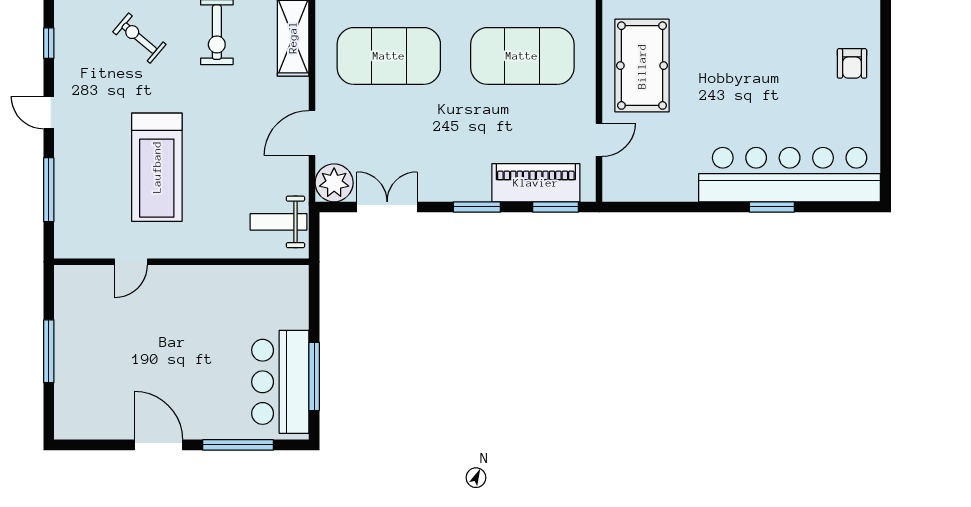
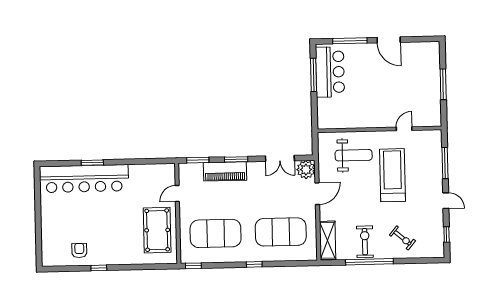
armchair: (852, 63) -> (79, 250), moved
piano: (536, 183) -> (225, 171), moved
weight bench: (278, 222) -> (354, 155), moved, width x1.36, depth x1.33

